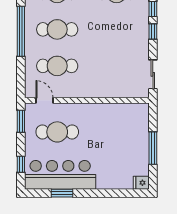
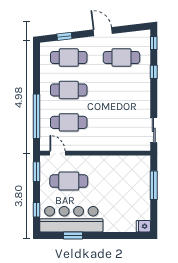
window: (21, 31) -> (36, 116), moved
window: (153, 32) -> (154, 92), removed
window: (153, 148) -> (154, 185), moved

